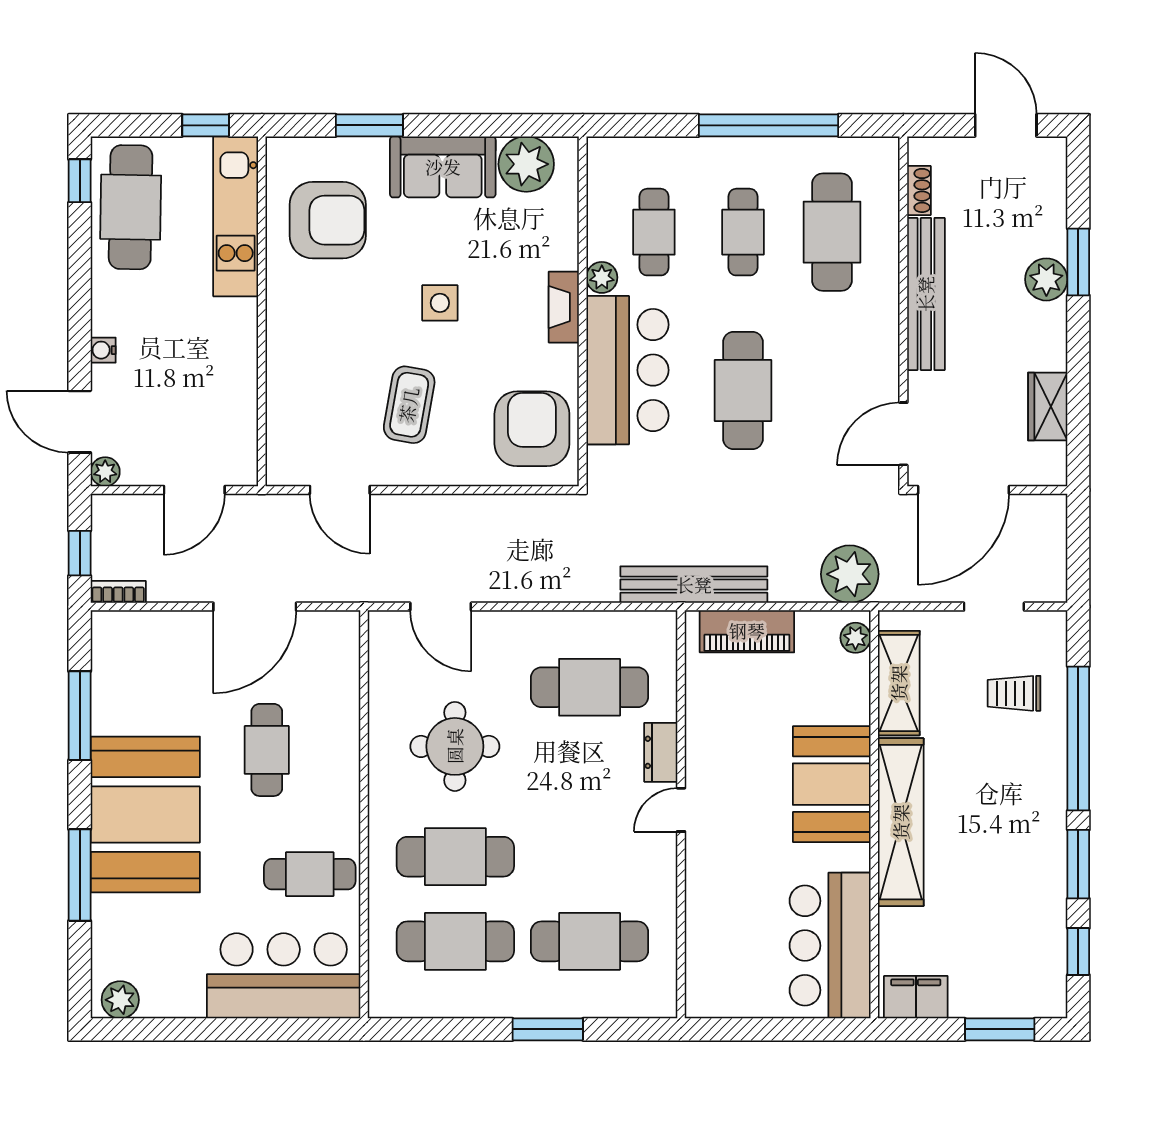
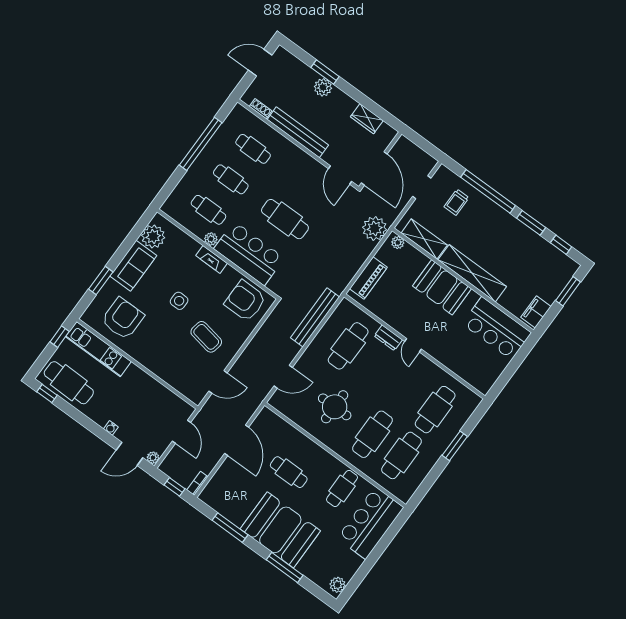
cafe table: (832, 232) -> (253, 149), width x0.73, depth x0.74
bench: (694, 585) -> (315, 317), moved

